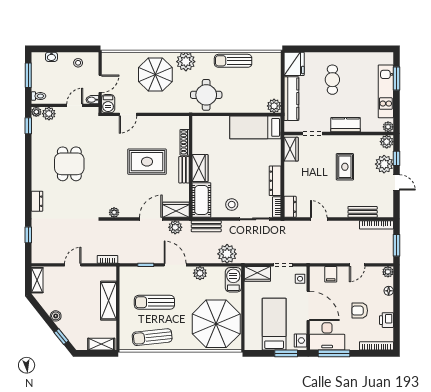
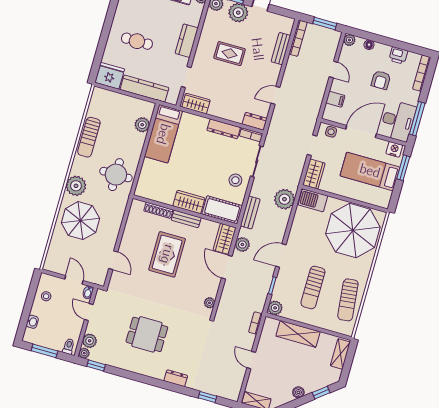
barbecue: (108, 104) -> (97, 277), removed
plant: (274, 106) -> (142, 125), moved
plant: (200, 273) -> (275, 308), moved

